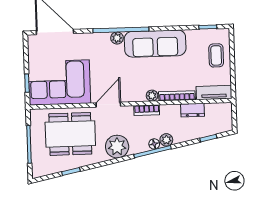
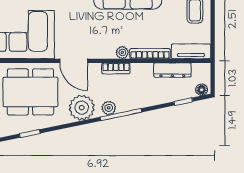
door: (108, 105) -> (74, 61), swing flipped
dresser: (193, 110) -> (172, 70), width x1.44
plant: (166, 140) -> (109, 108), moved
floor lamp: (154, 144) -> (202, 90), moved

